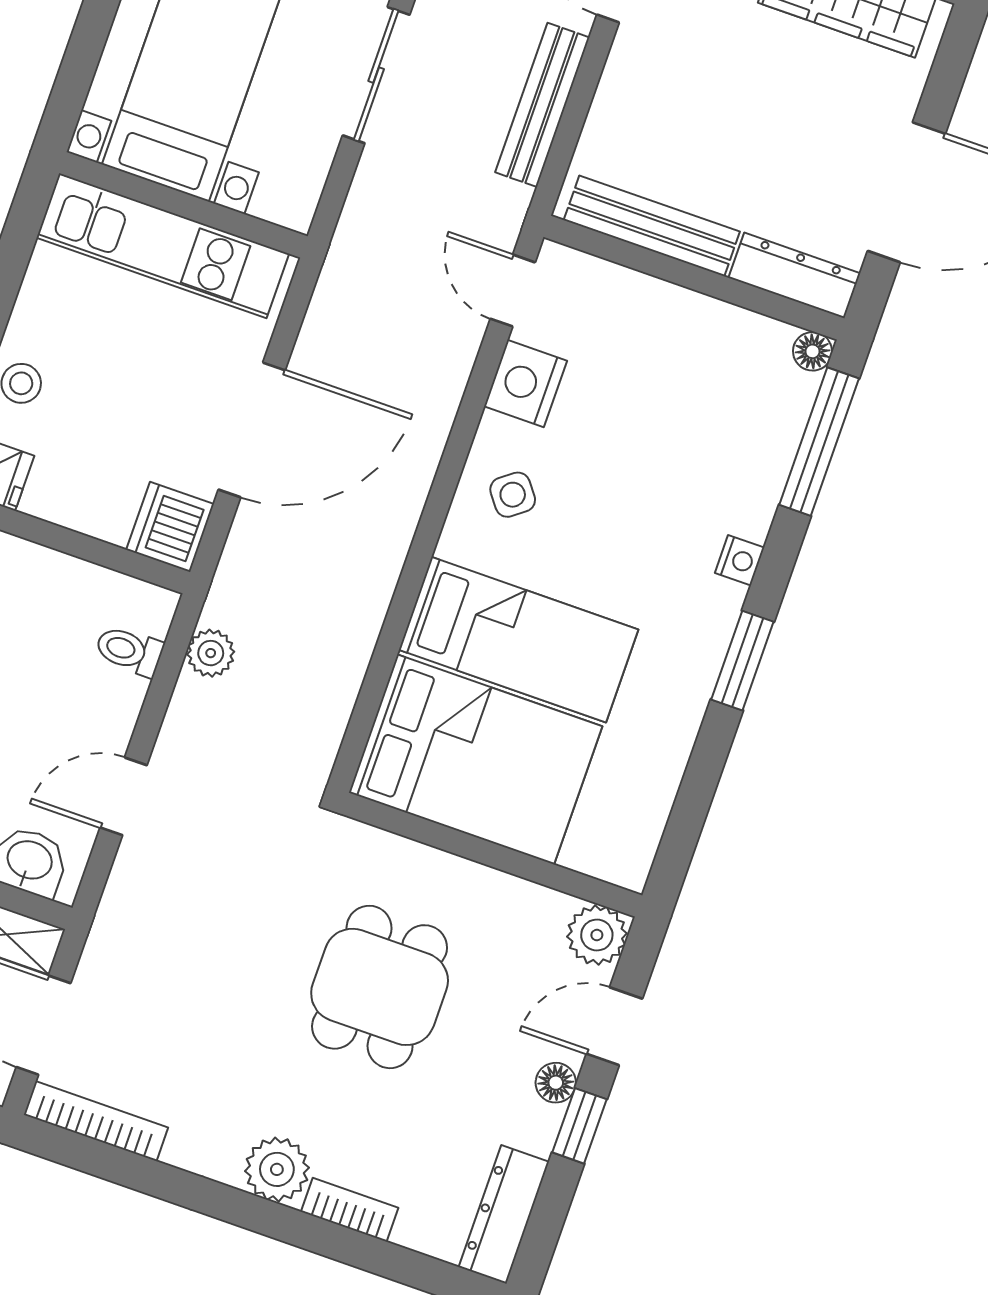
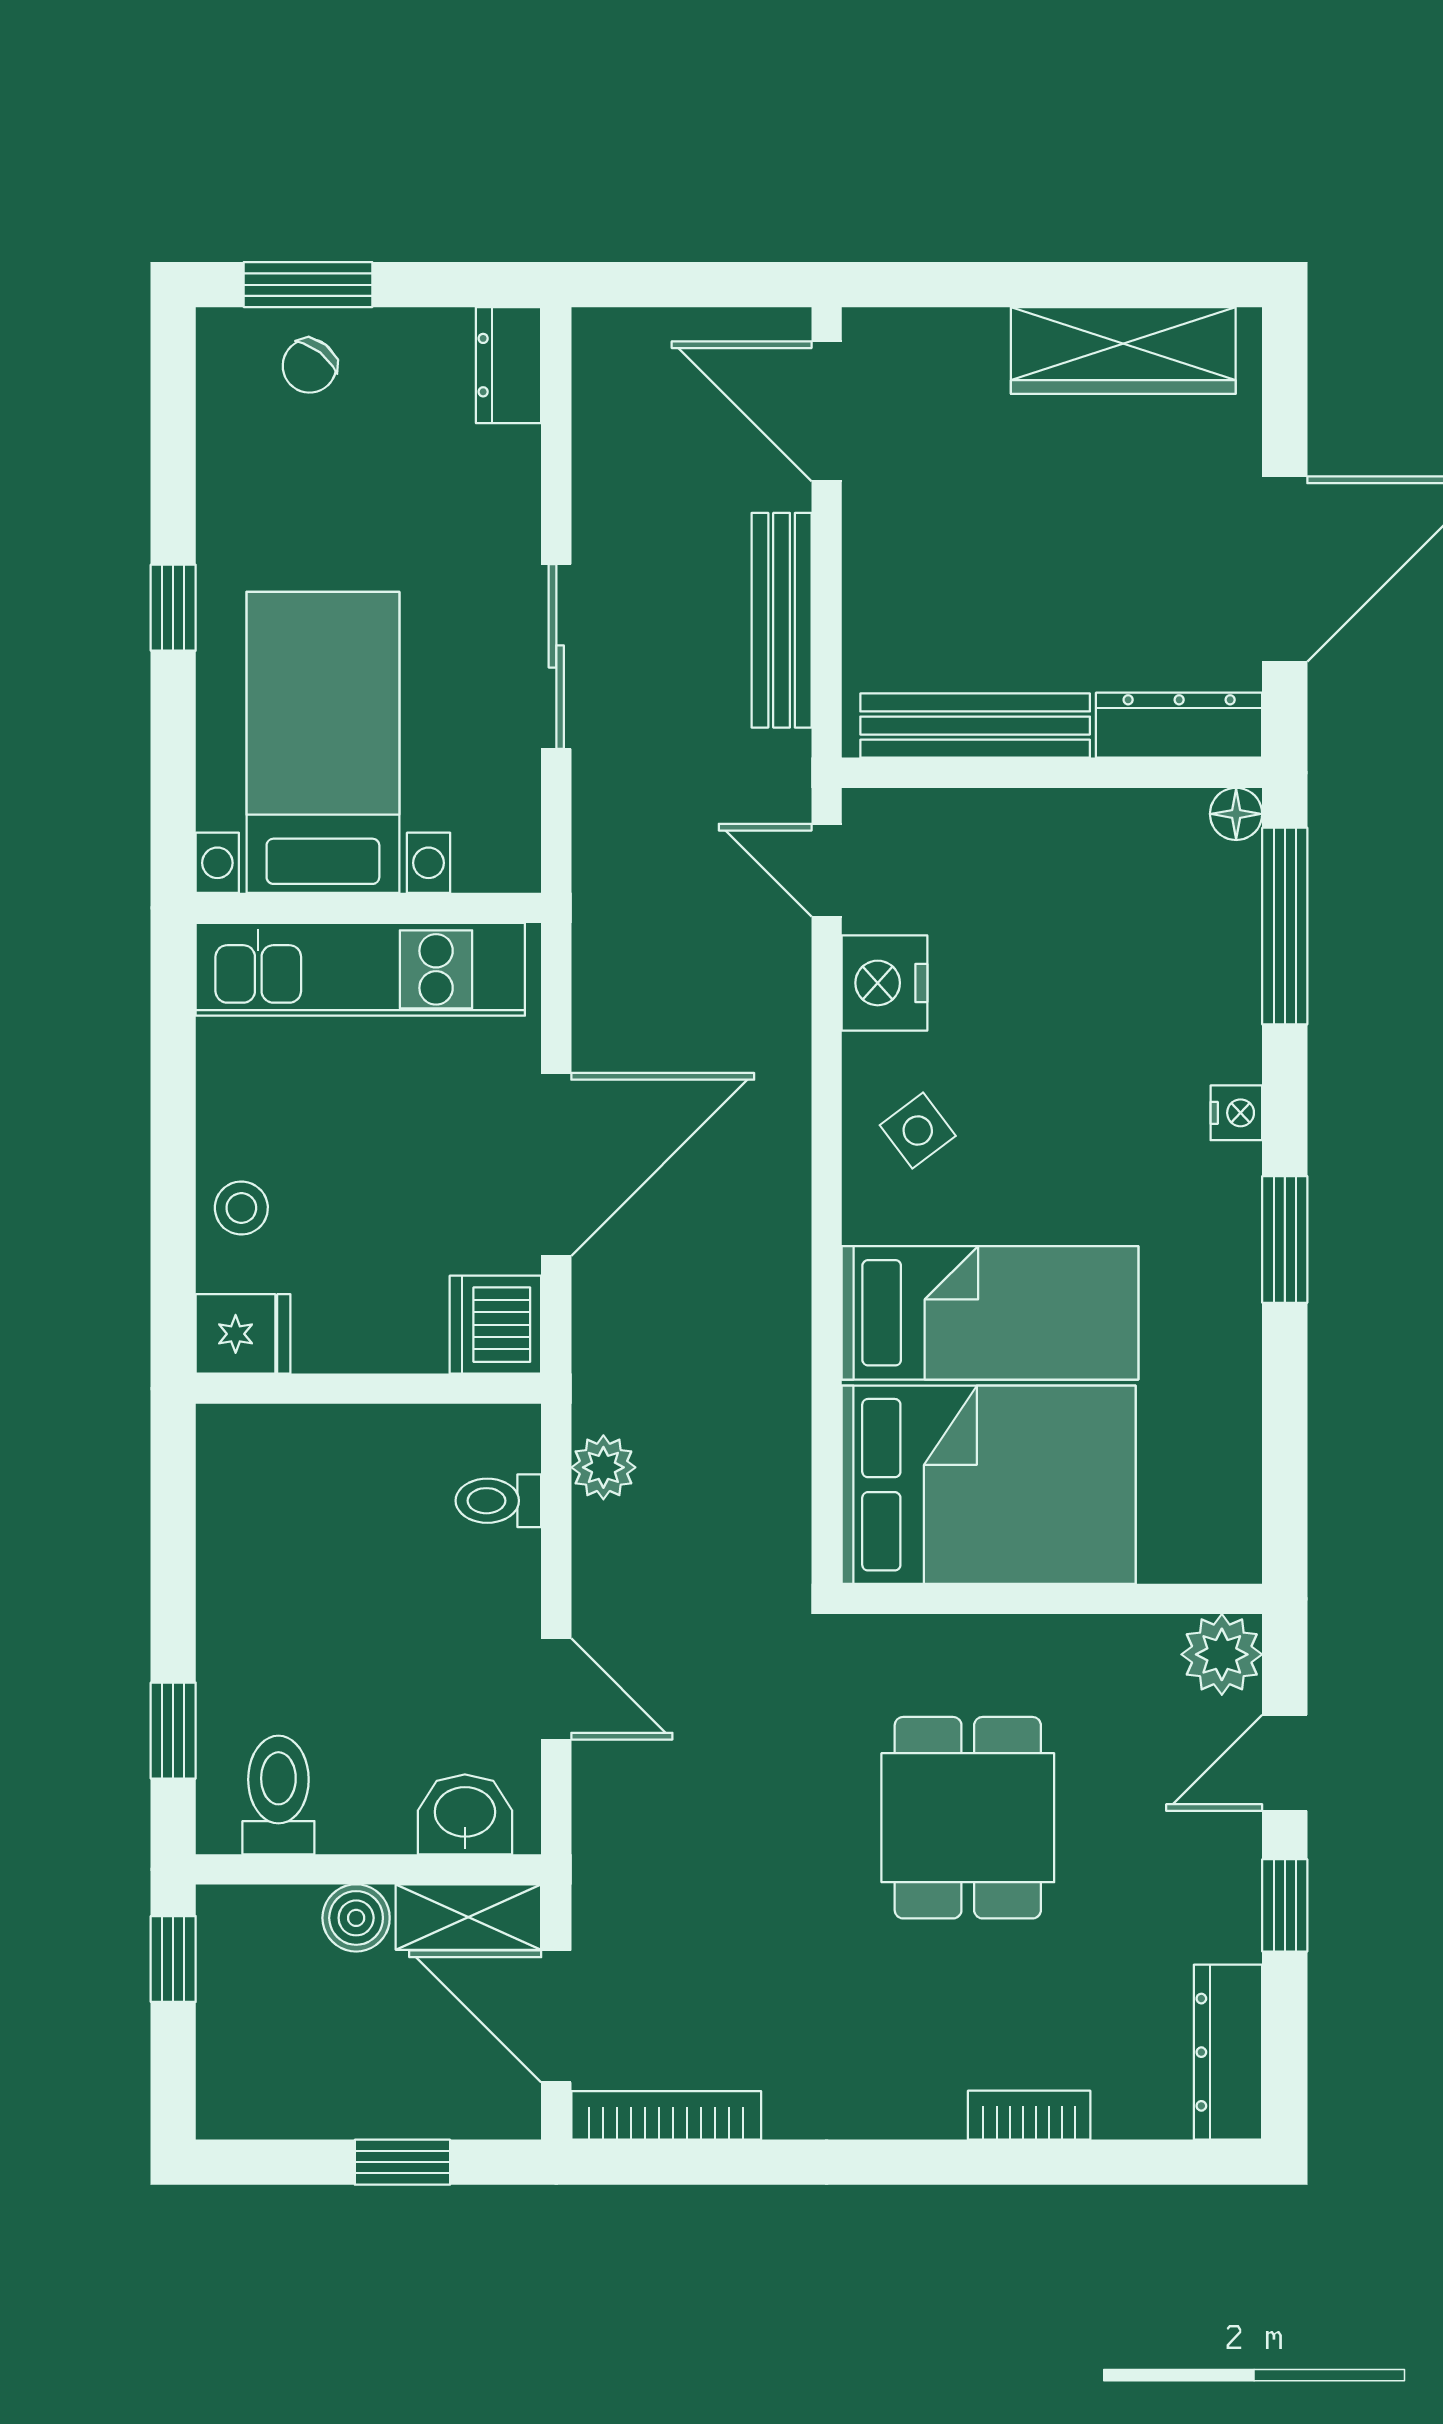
door: (124, 796) -> (556, 1689), swing flipped
floor lamp: (556, 1083) -> (1235, 1861), removed
plant: (277, 1169) -> (918, 2096), removed

